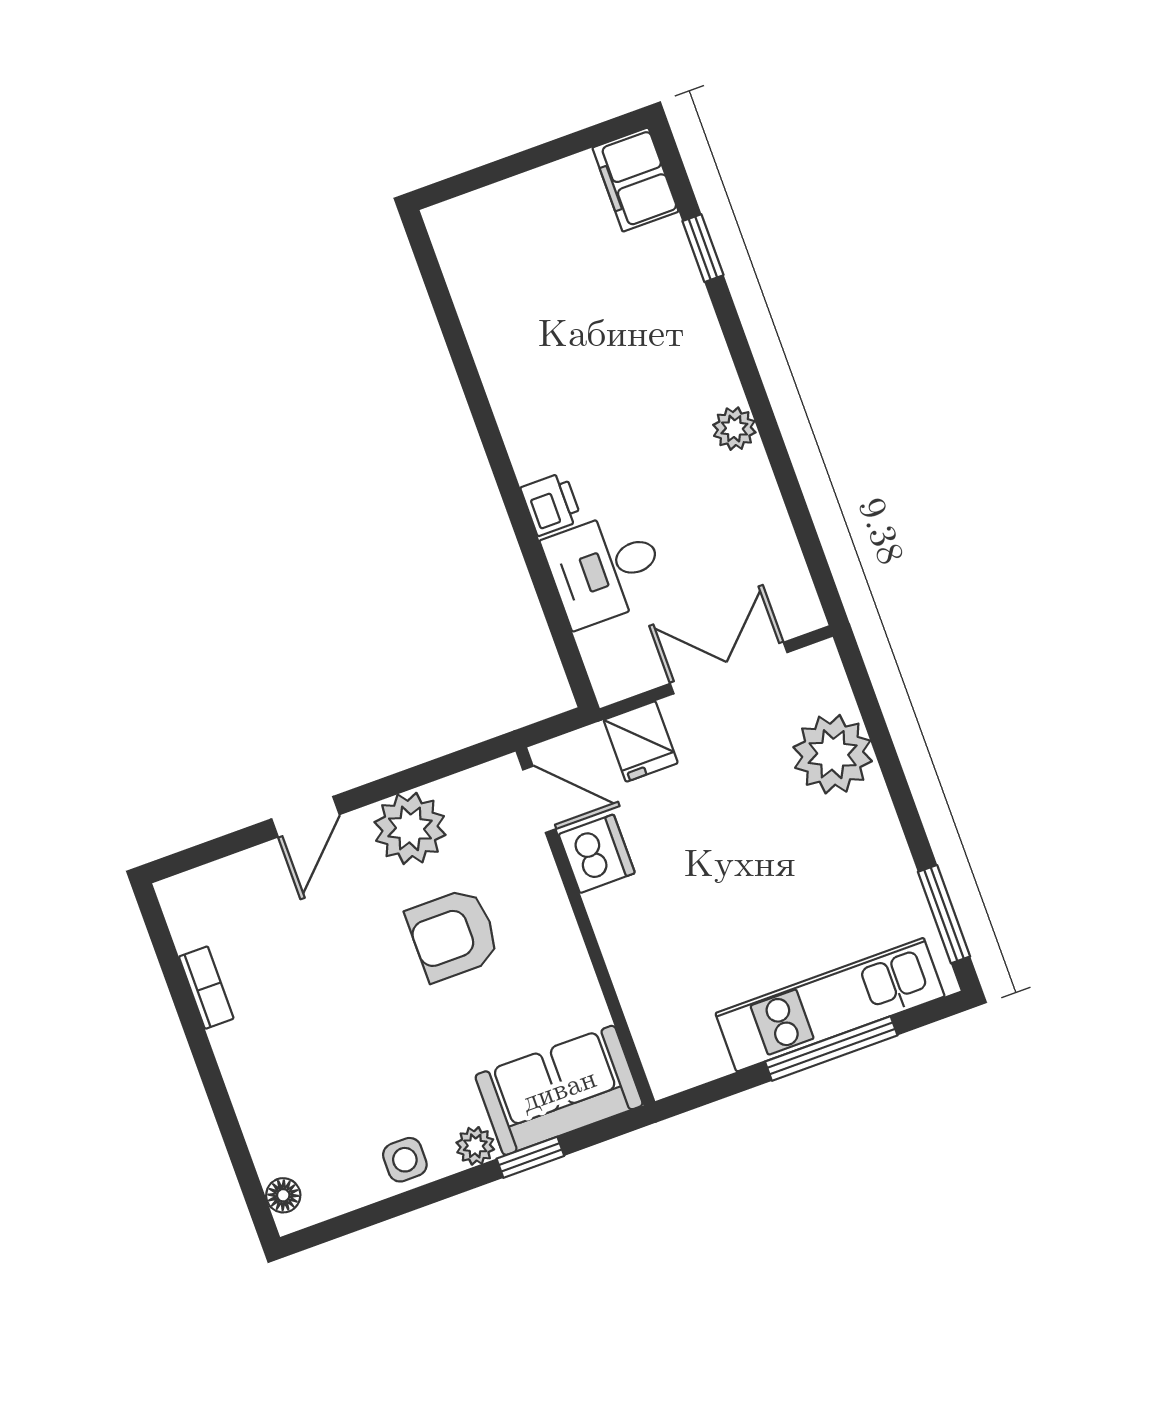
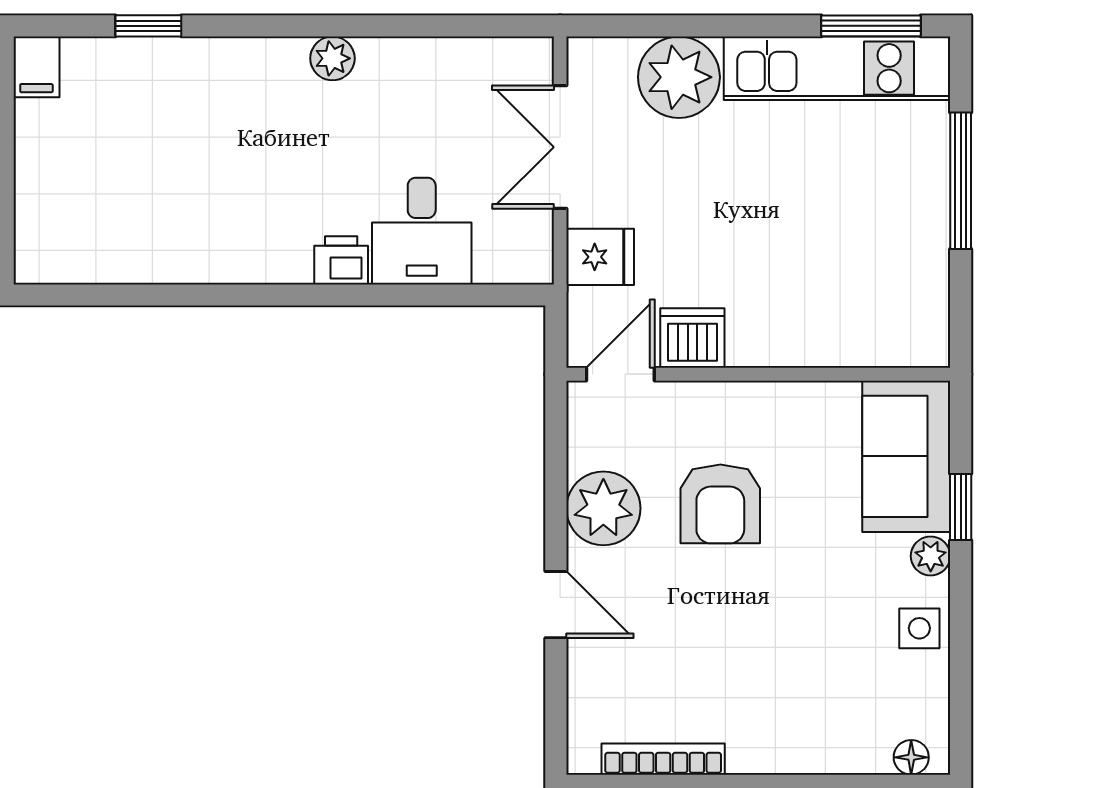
filing cabinet: (635, 180) -> (36, 67), width x0.50
bookcase: (206, 988) -> (663, 759), width x1.56
kitchen unit: (830, 1005) -> (837, 68), moved, turned -90

